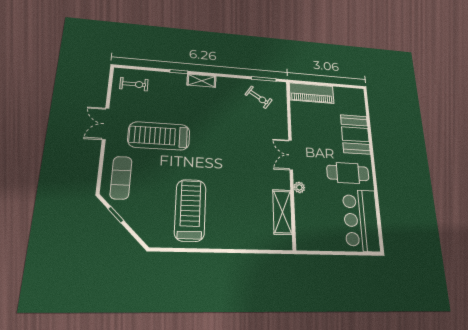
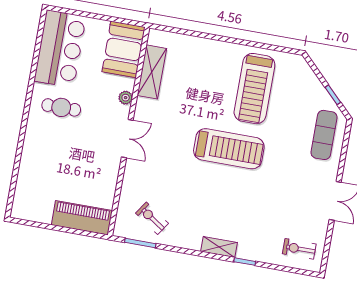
booth: (355, 134) -> (123, 49), moved
treadmill: (159, 136) -> (229, 149), moved
cafe table: (348, 173) -> (61, 107), width x0.73, depth x0.74

